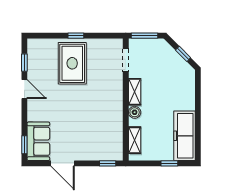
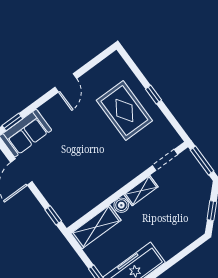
window: (24, 63) -> (91, 64), removed
rug: (72, 63) -> (124, 110), turned 90
shelving: (135, 140) -> (96, 227), width x1.50, depth x1.33

